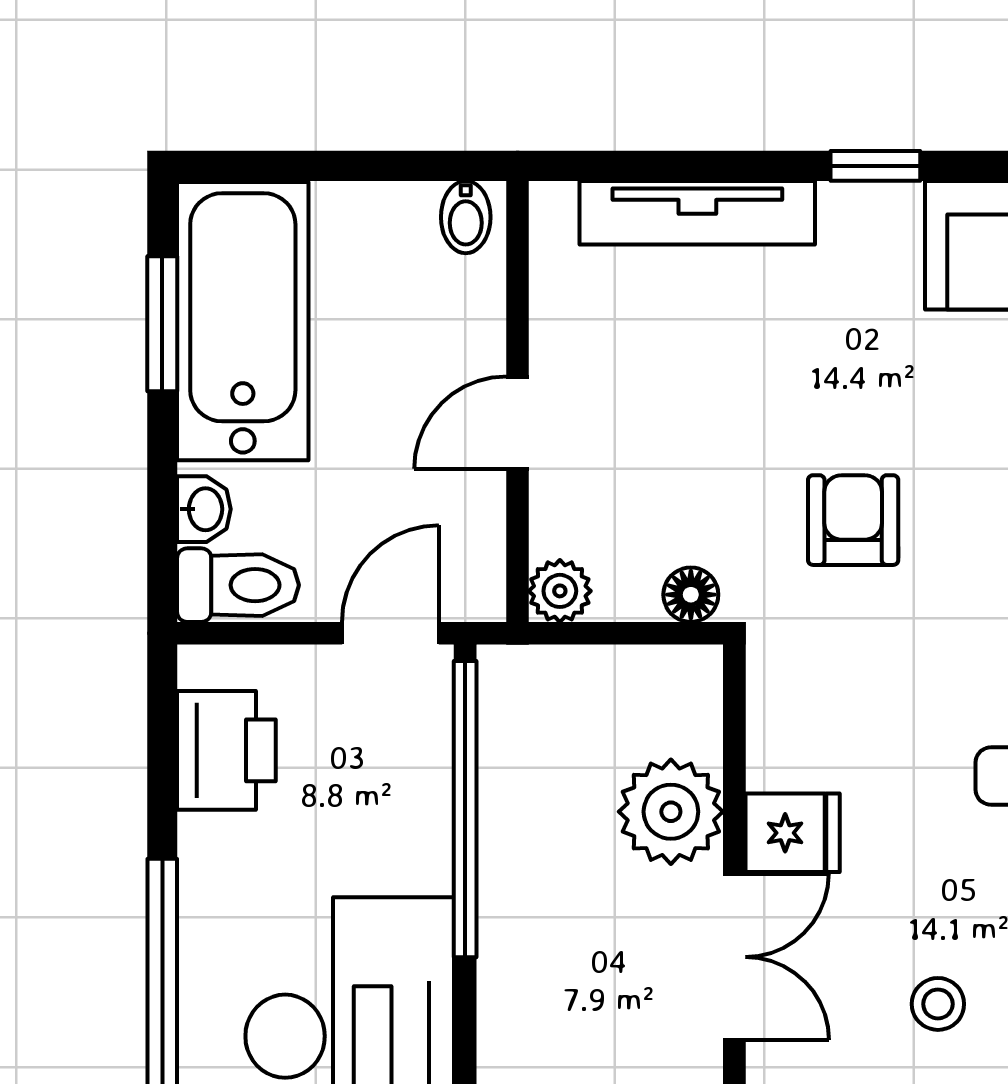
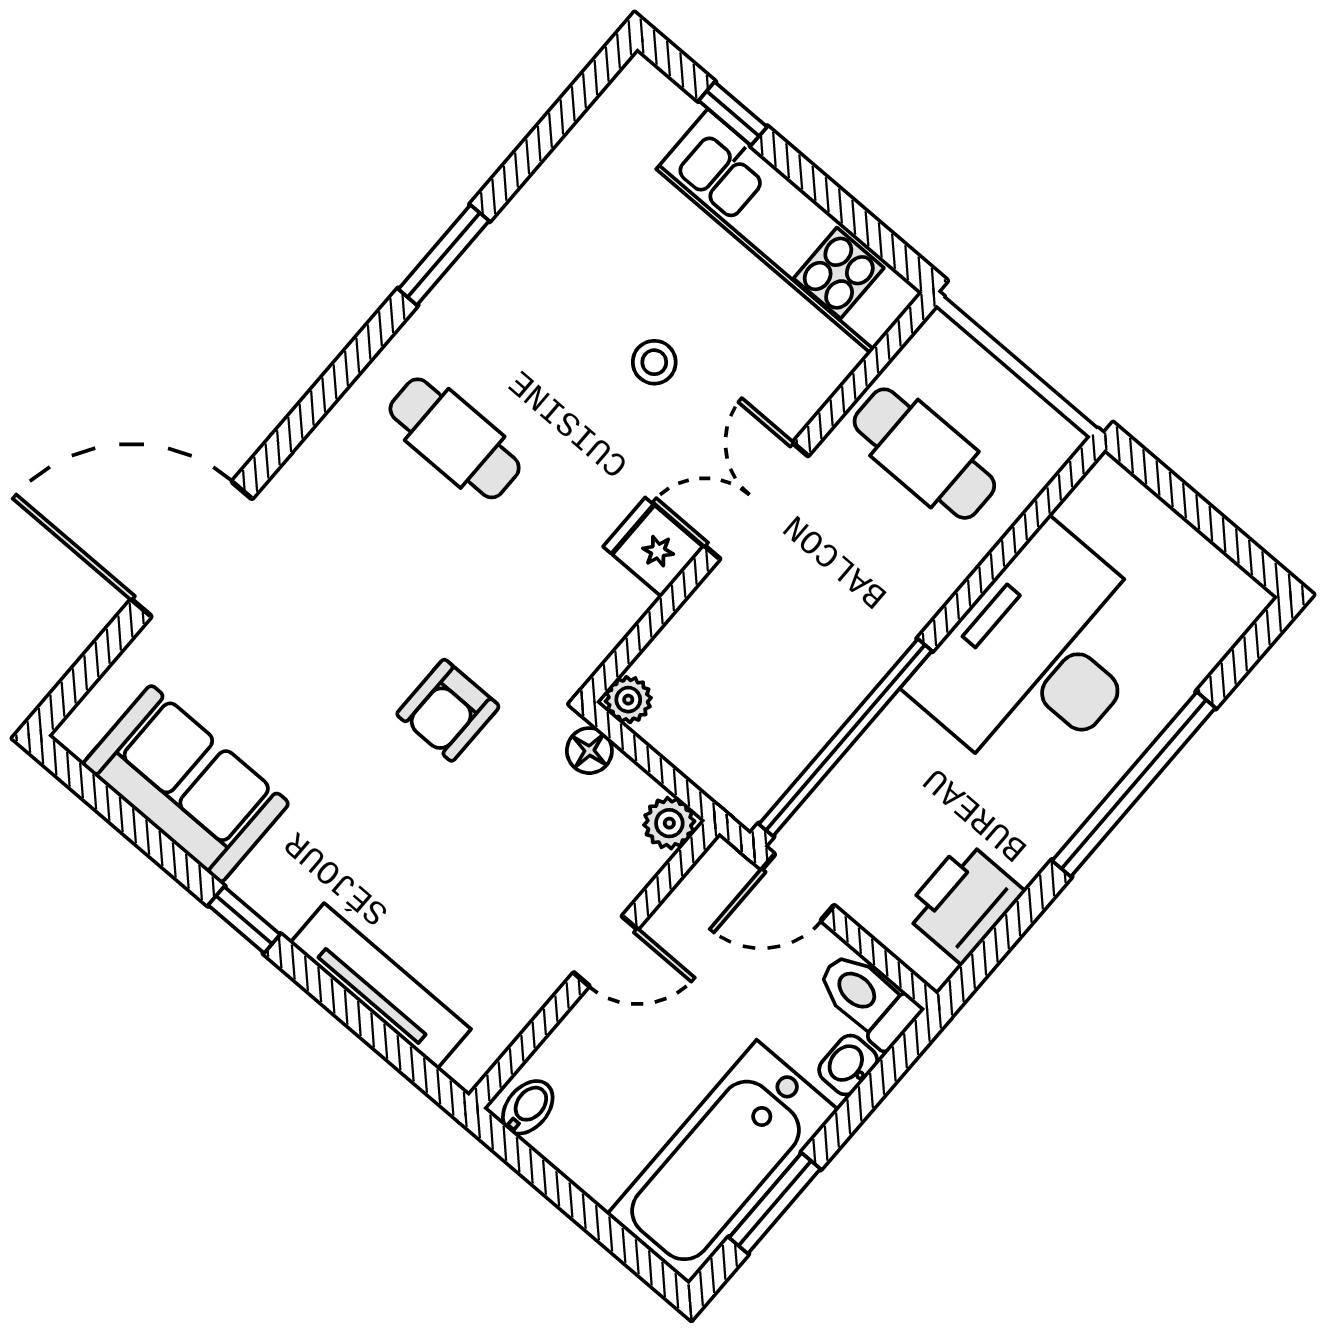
plant: (671, 812) -> (628, 700), moved, width x0.53, depth x0.53

